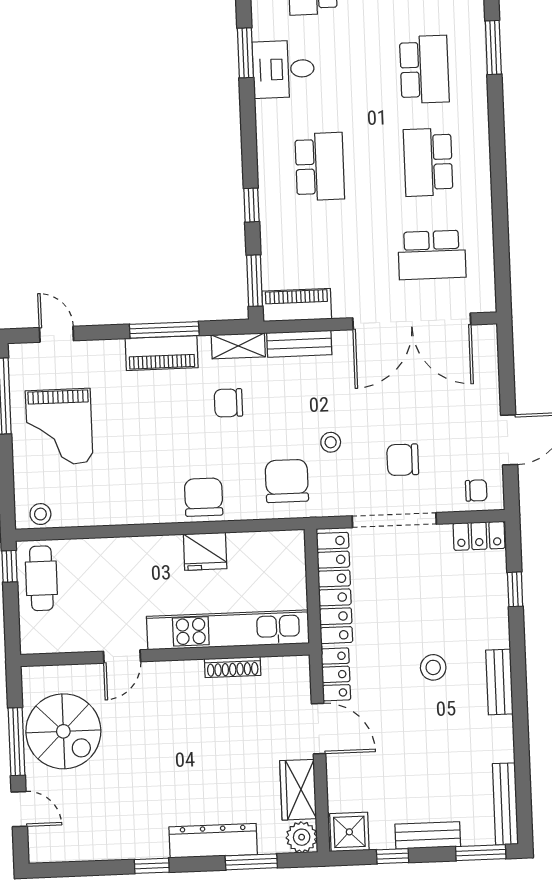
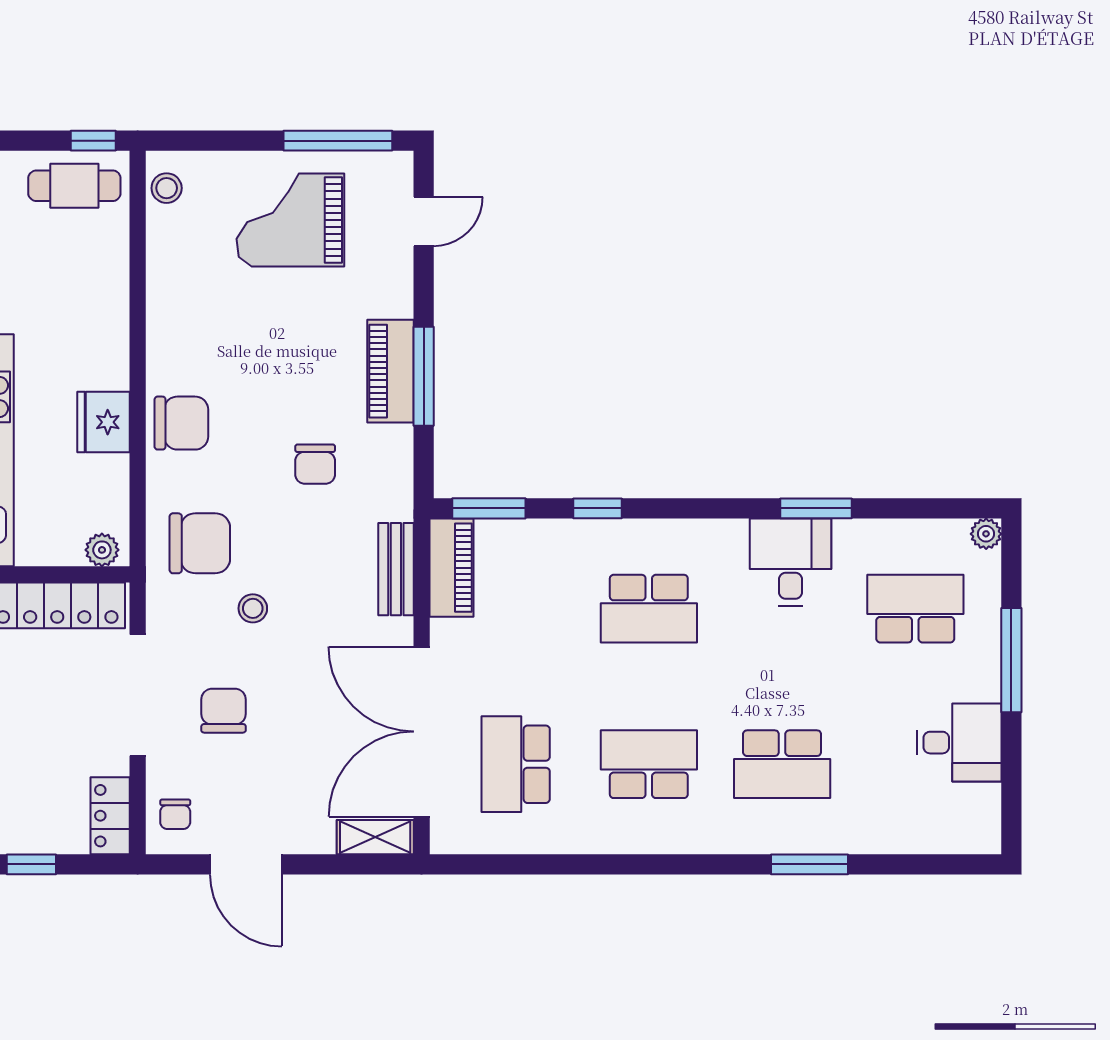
shelving: (238, 346) -> (375, 837), moved, turned 90
chair: (228, 403) -> (315, 464), turned 180
plant: (294, 549) -> (102, 550), added

